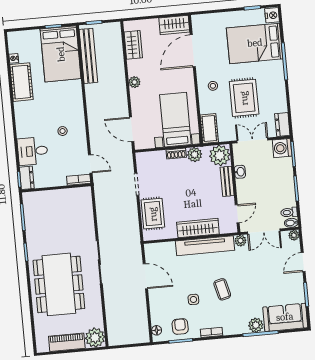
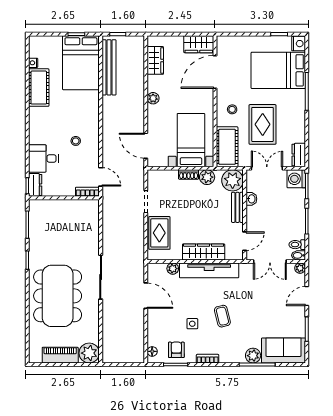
cot: (209, 128) -> (227, 147), width x1.37, depth x1.34
plant: (240, 241) -> (173, 269), moved

